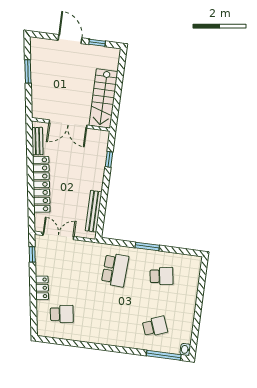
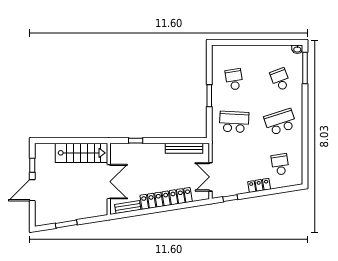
school desk: (108, 320) -> (280, 122), added

